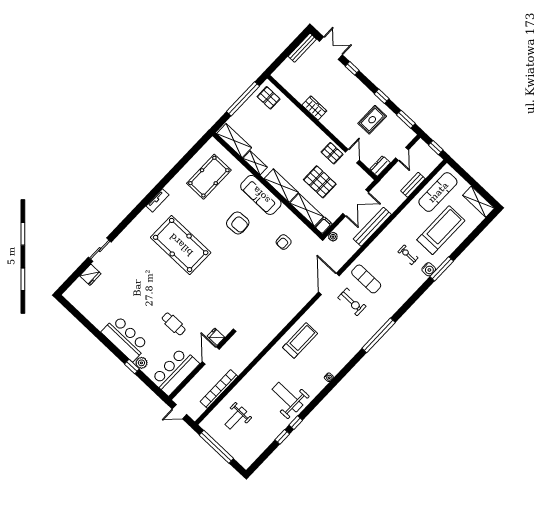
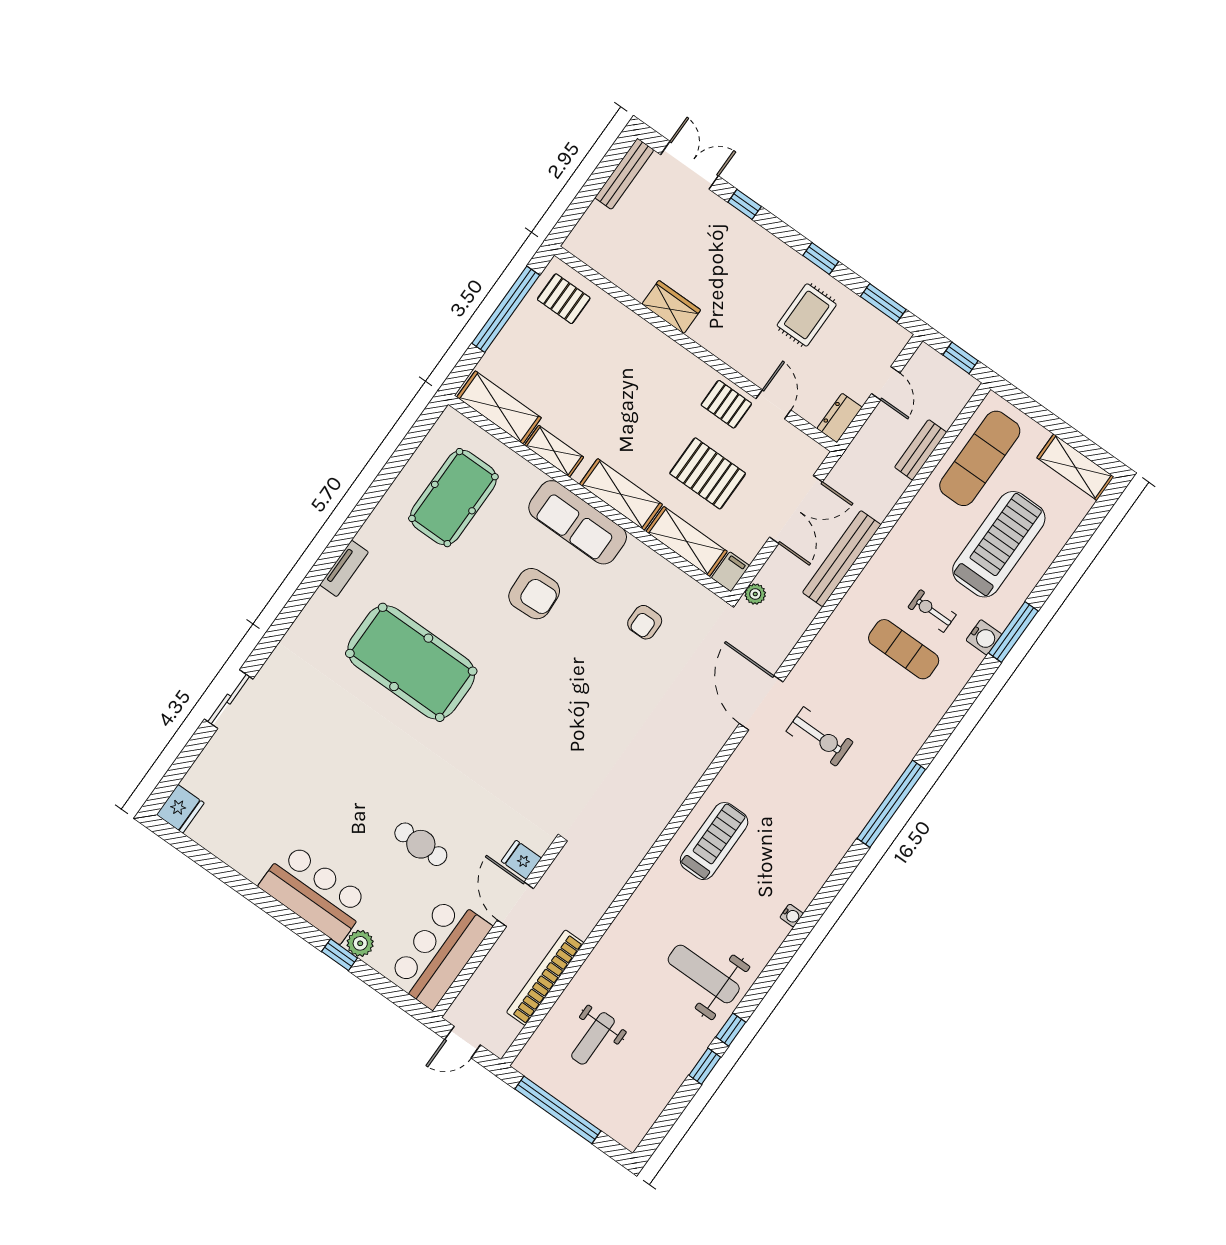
fridge: (90, 275) -> (180, 809), moved
exercise mat: (366, 279) -> (904, 649), moved

